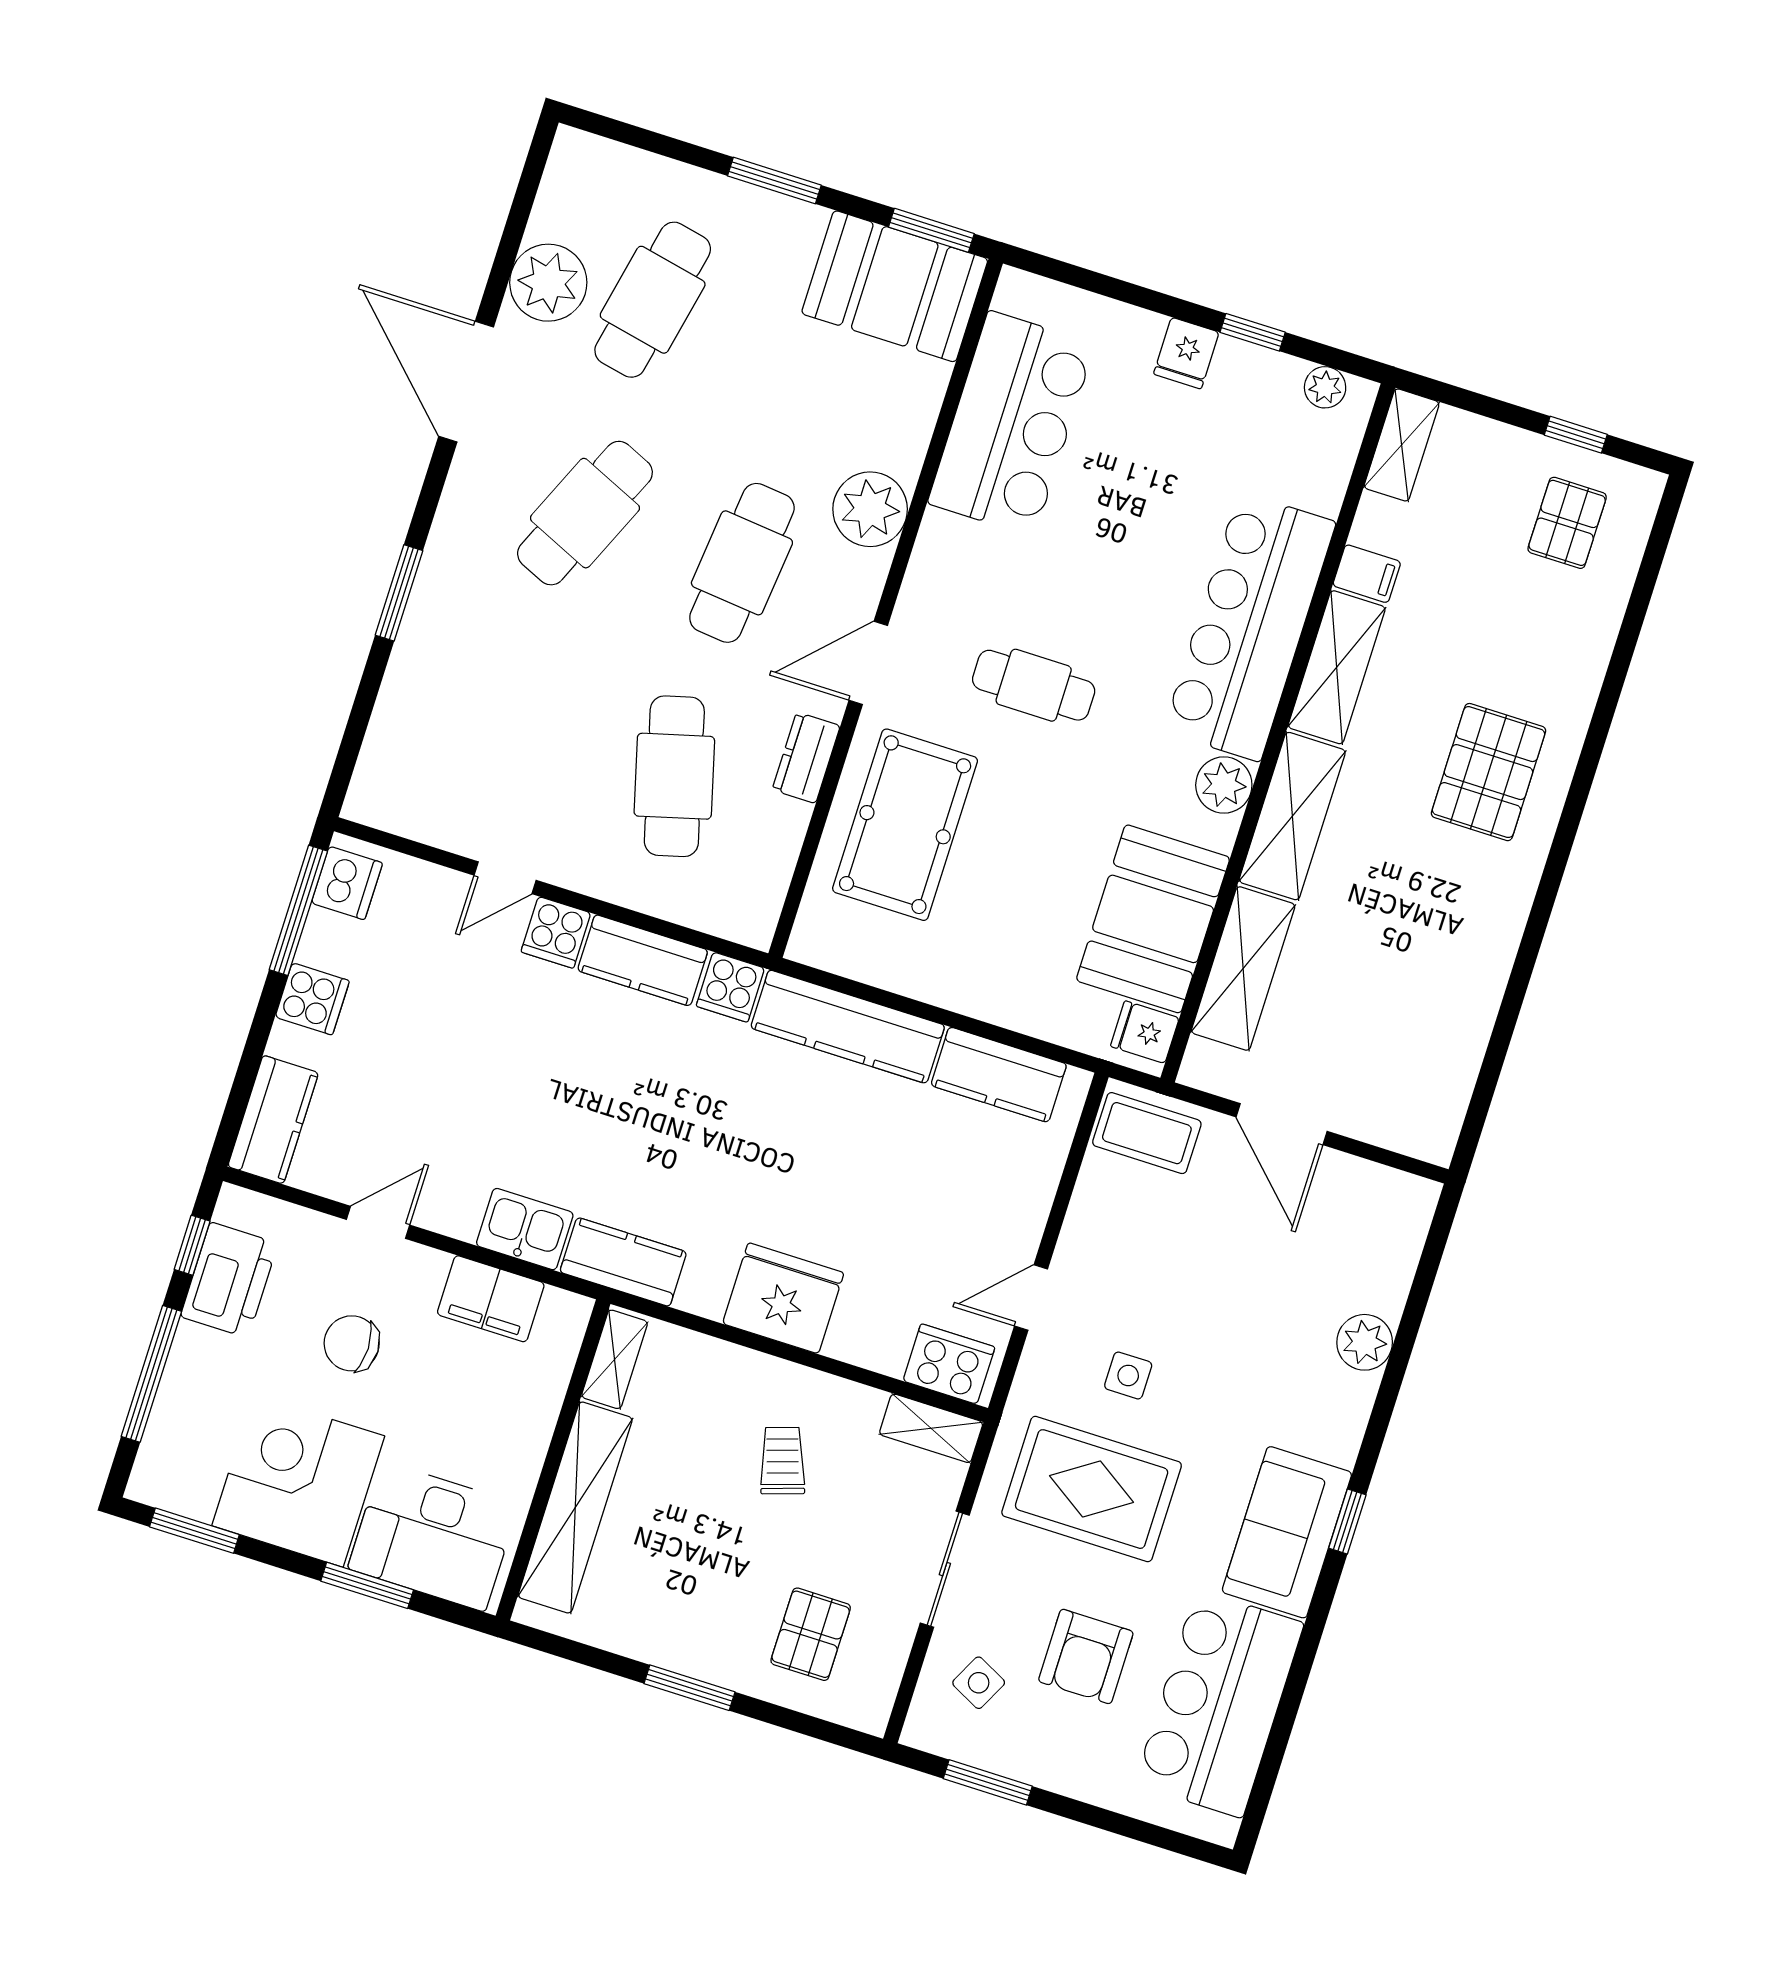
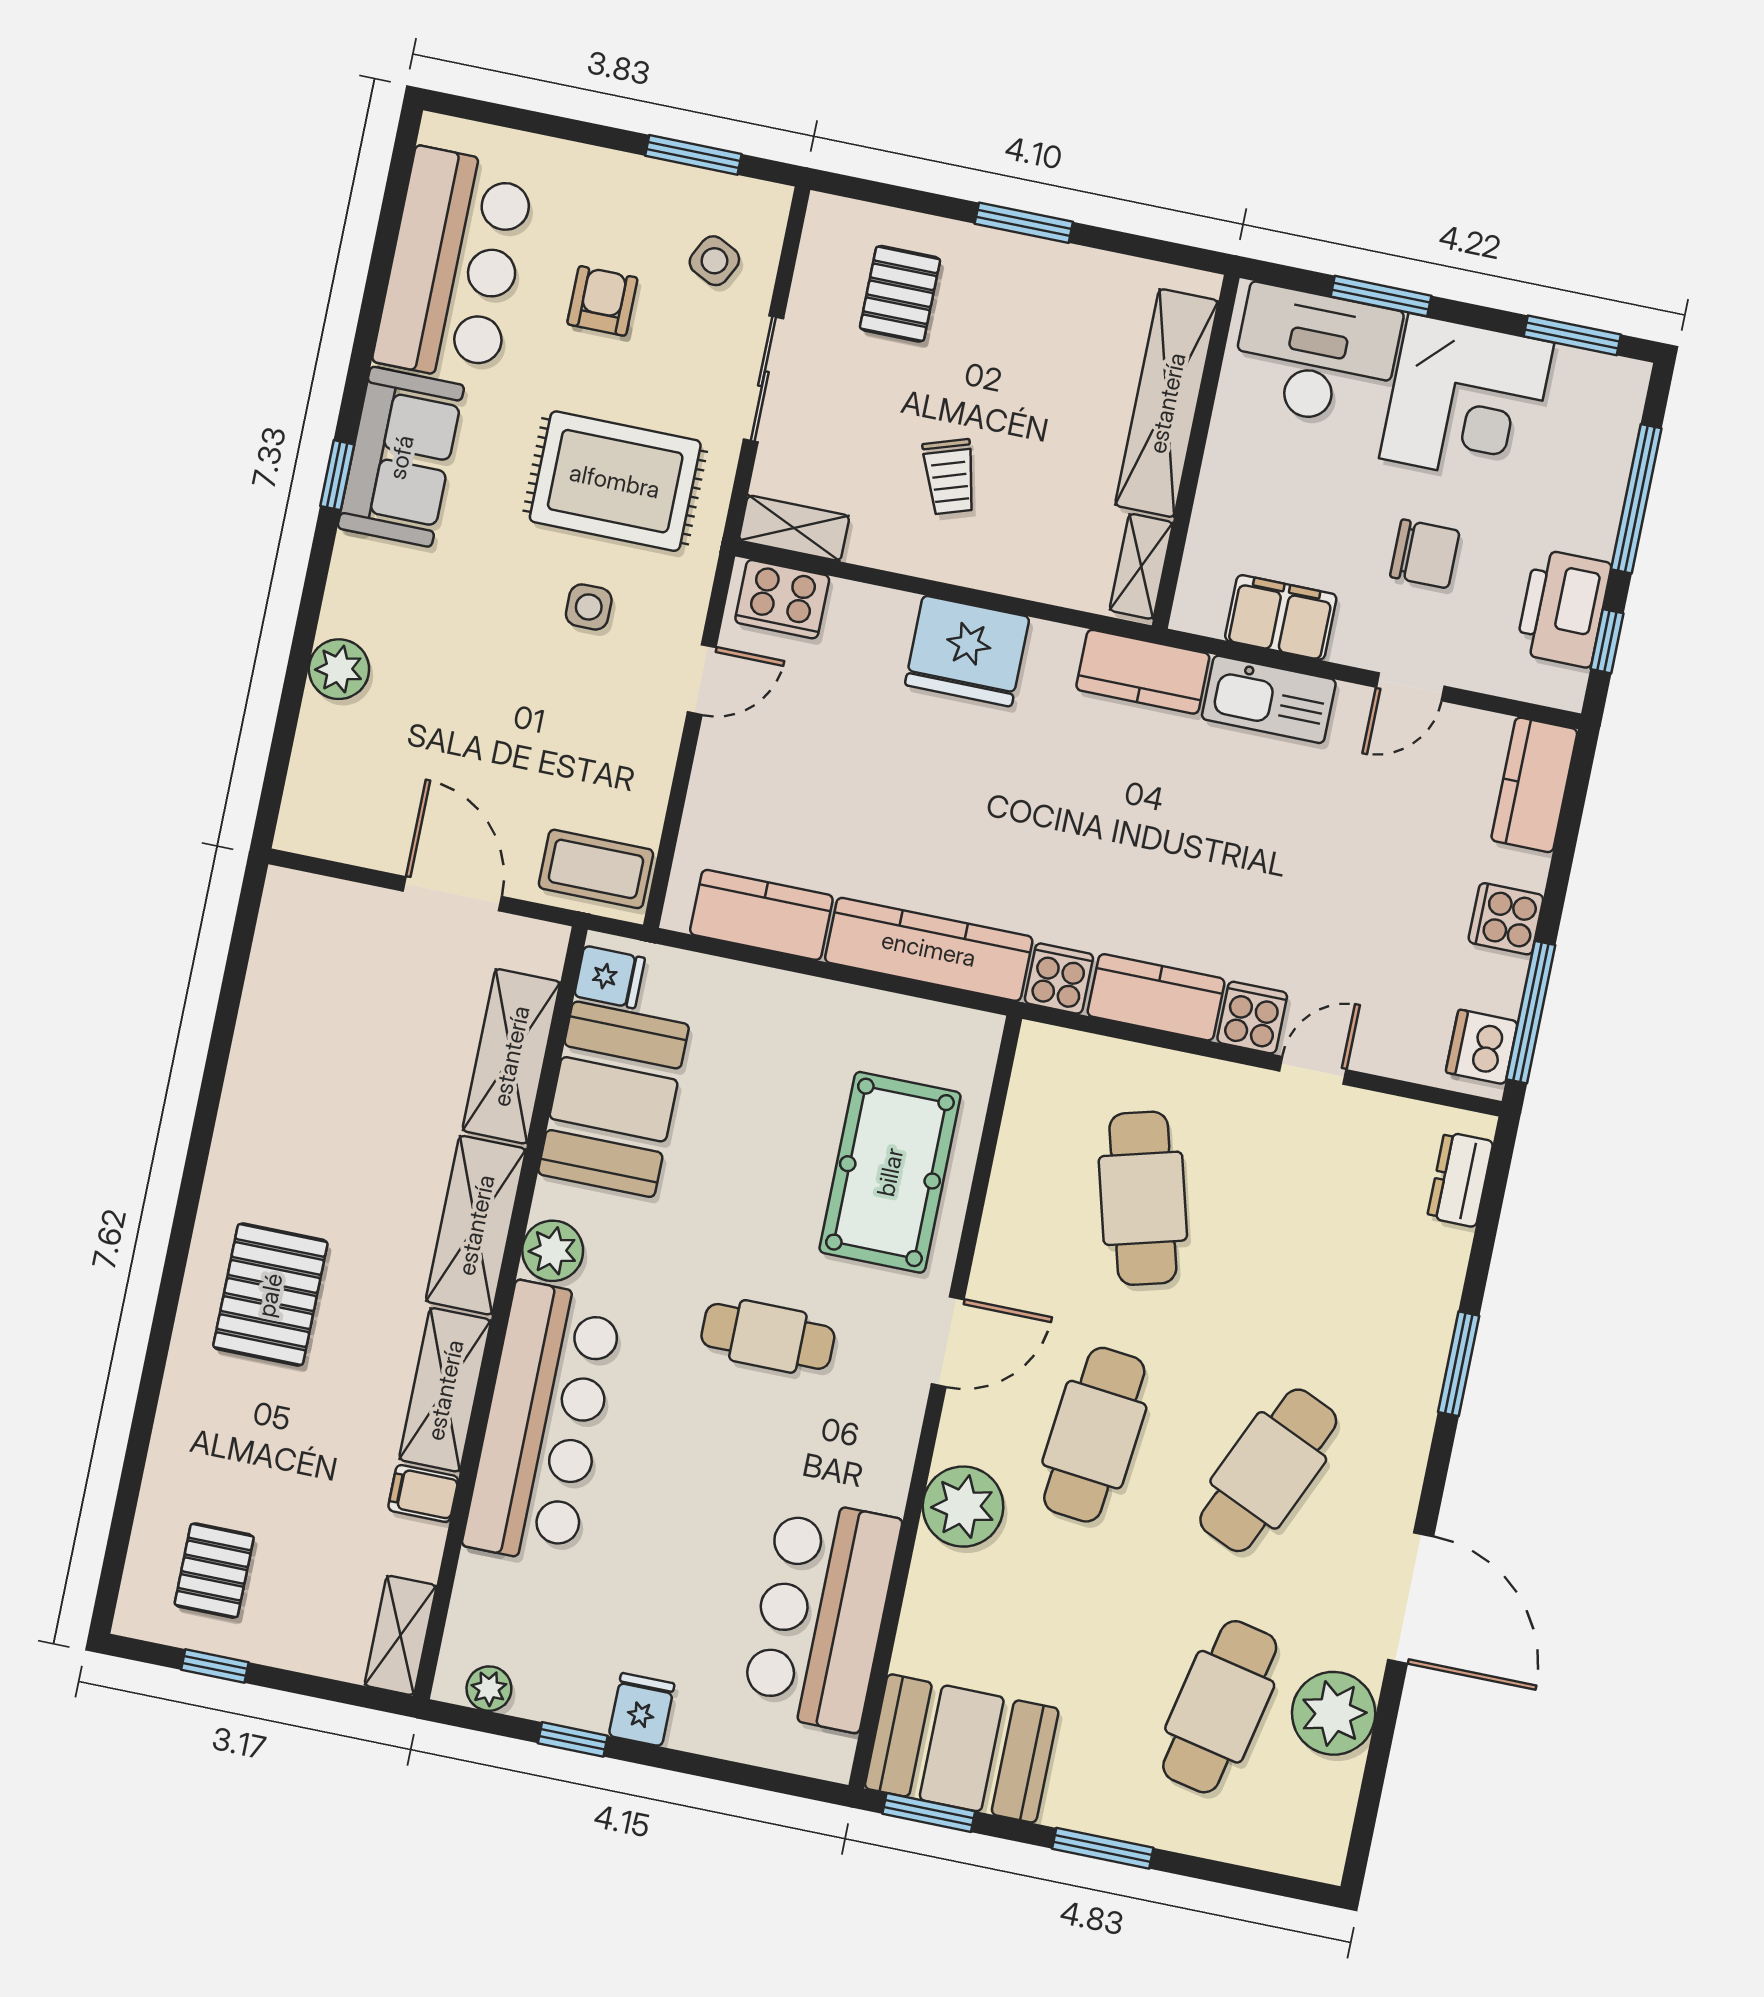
dresser: (806, 758) -> (1460, 1179), moved, turned 180
kitchen sink: (525, 1229) -> (1269, 699), width x1.38
armchair: (1086, 1656) -> (602, 301), width x0.72, depth x0.72

